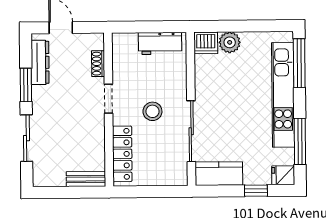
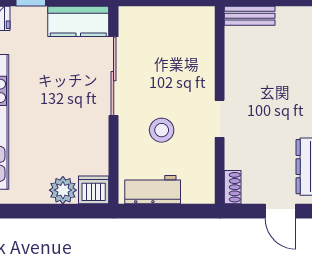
shoe rack: (98, 64) -> (233, 187), moved
stool: (152, 111) -> (162, 130), moved
locker: (122, 154) -> (203, 48), removed

